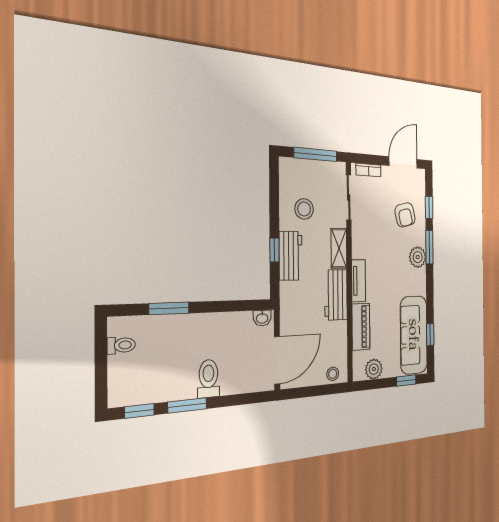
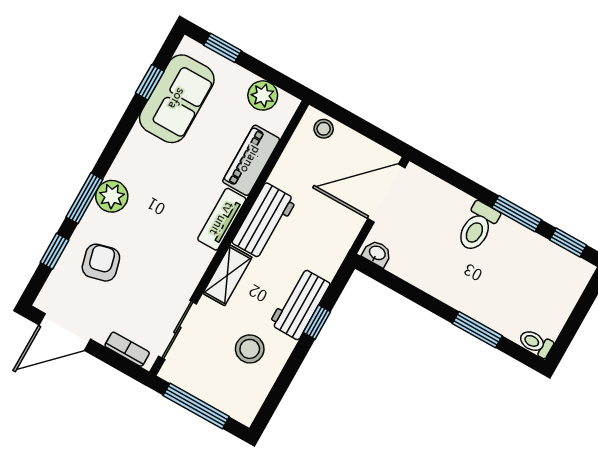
sofa: (414, 335) -> (177, 99), width x0.73
toilet: (121, 345) -> (536, 343), moved

